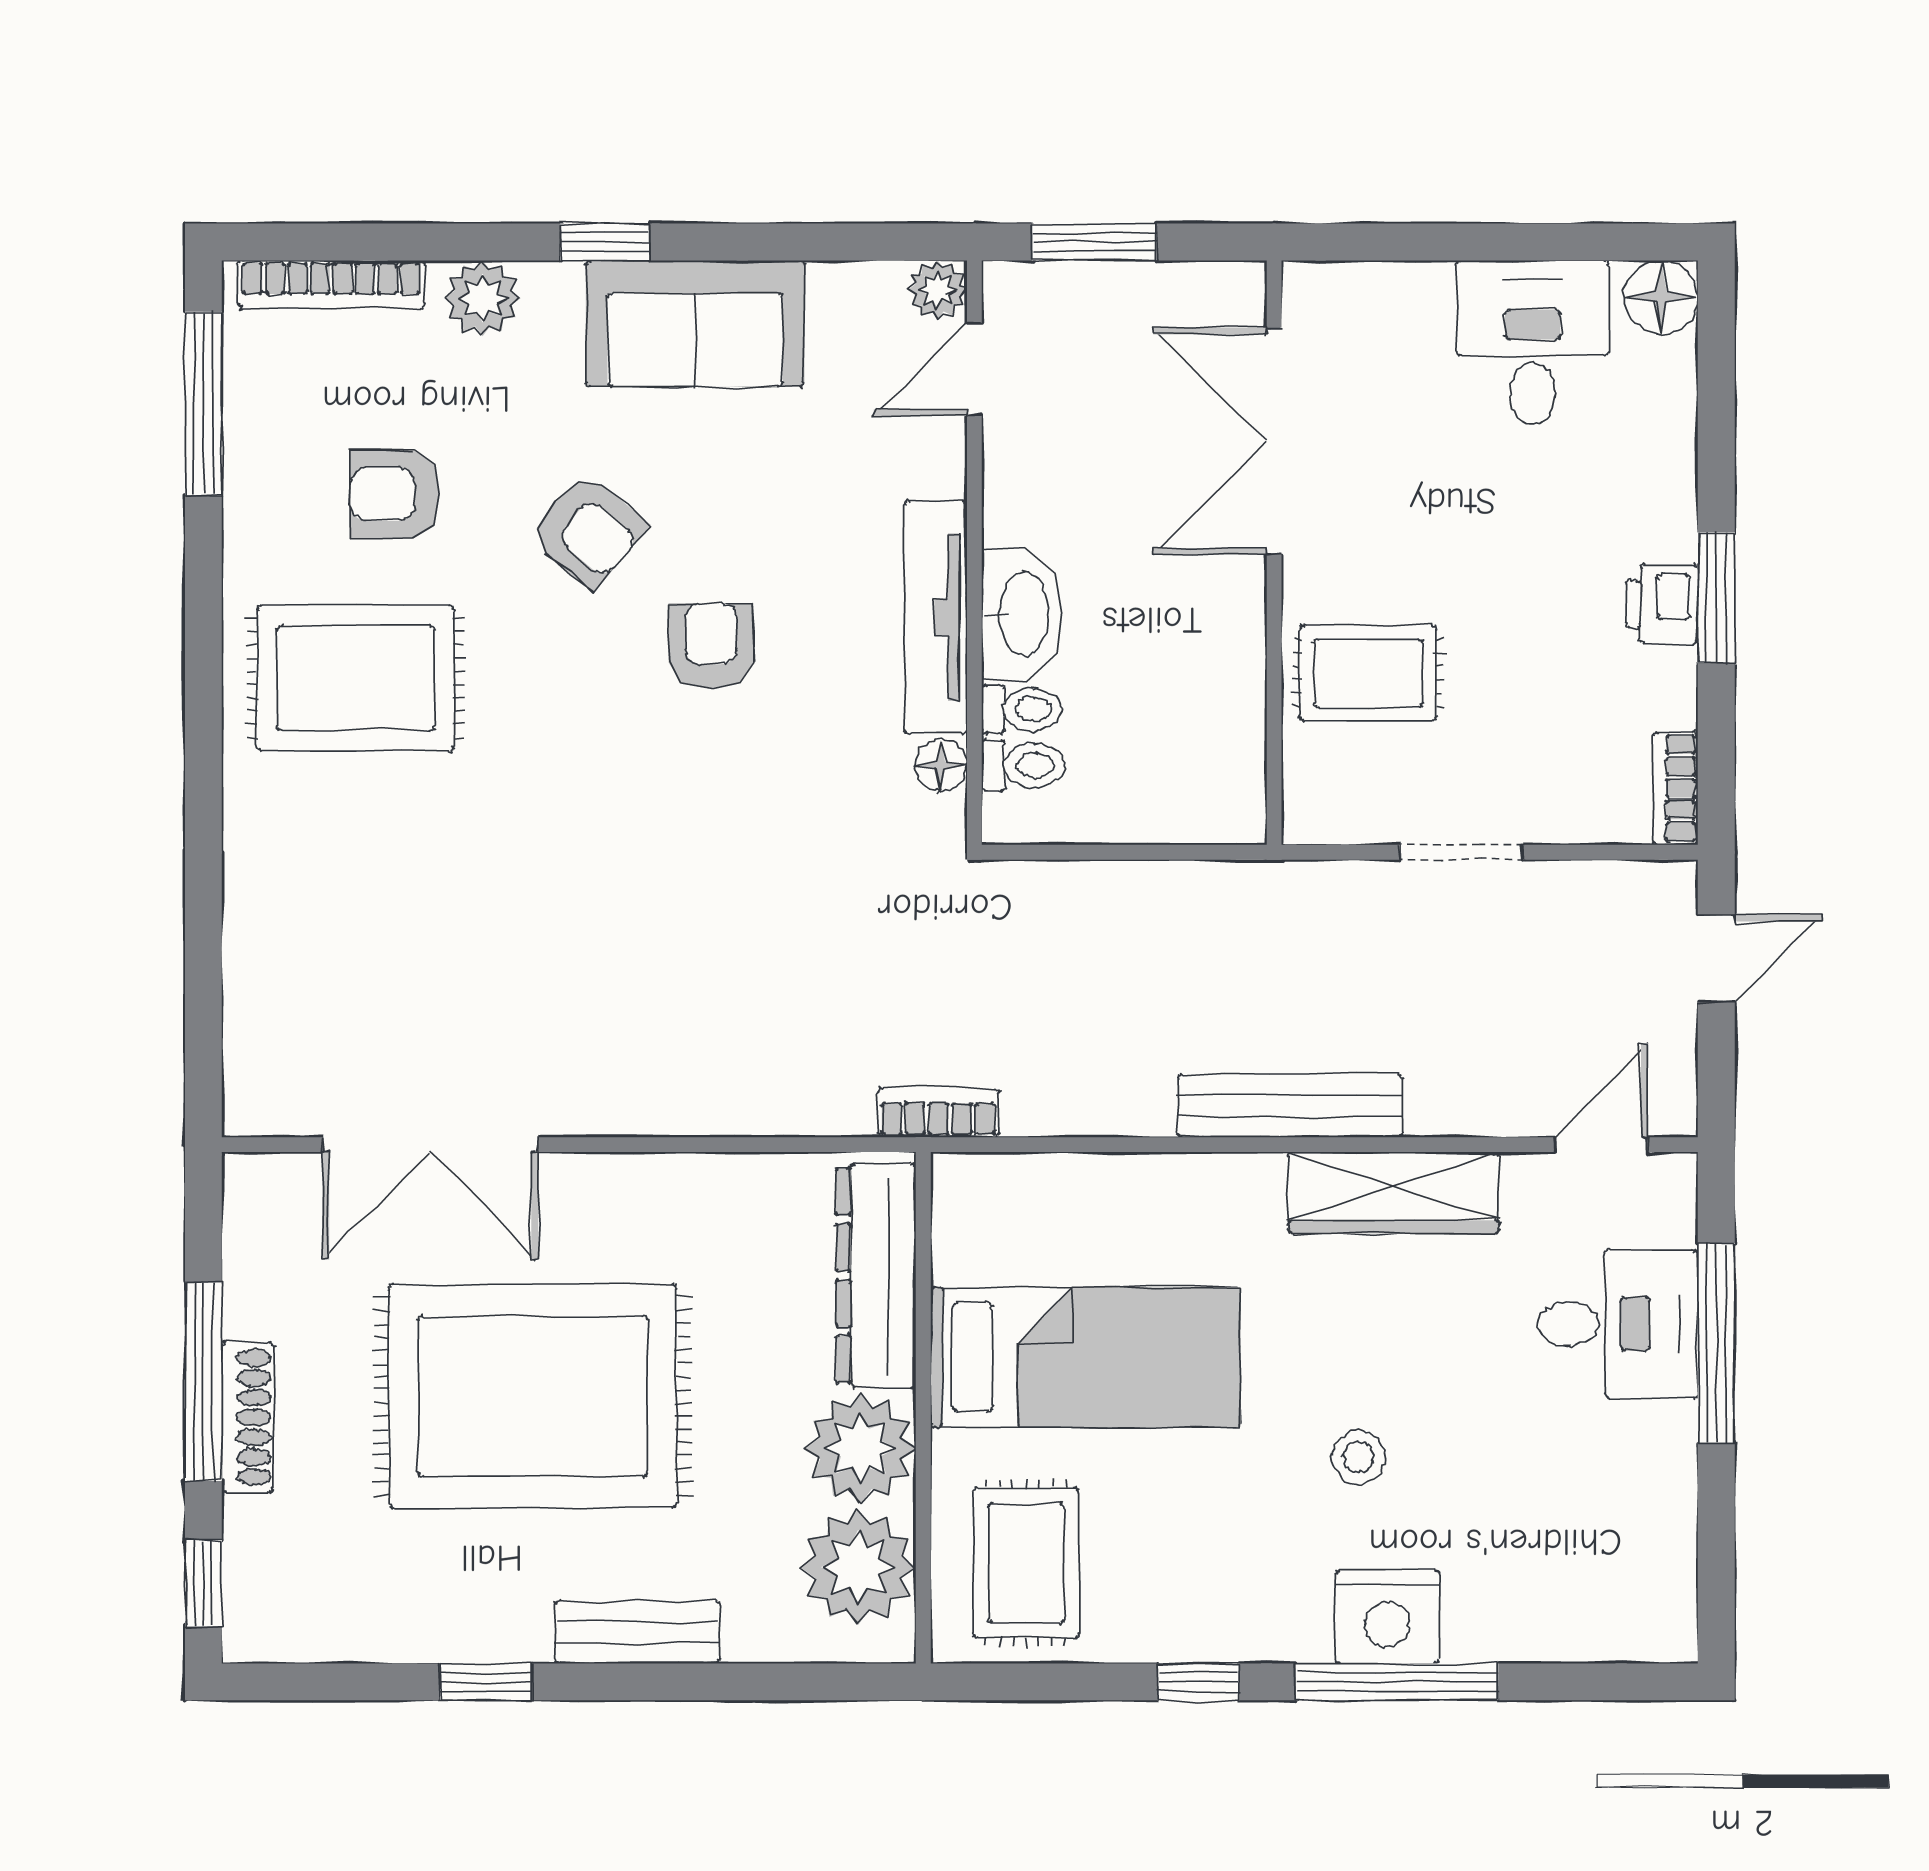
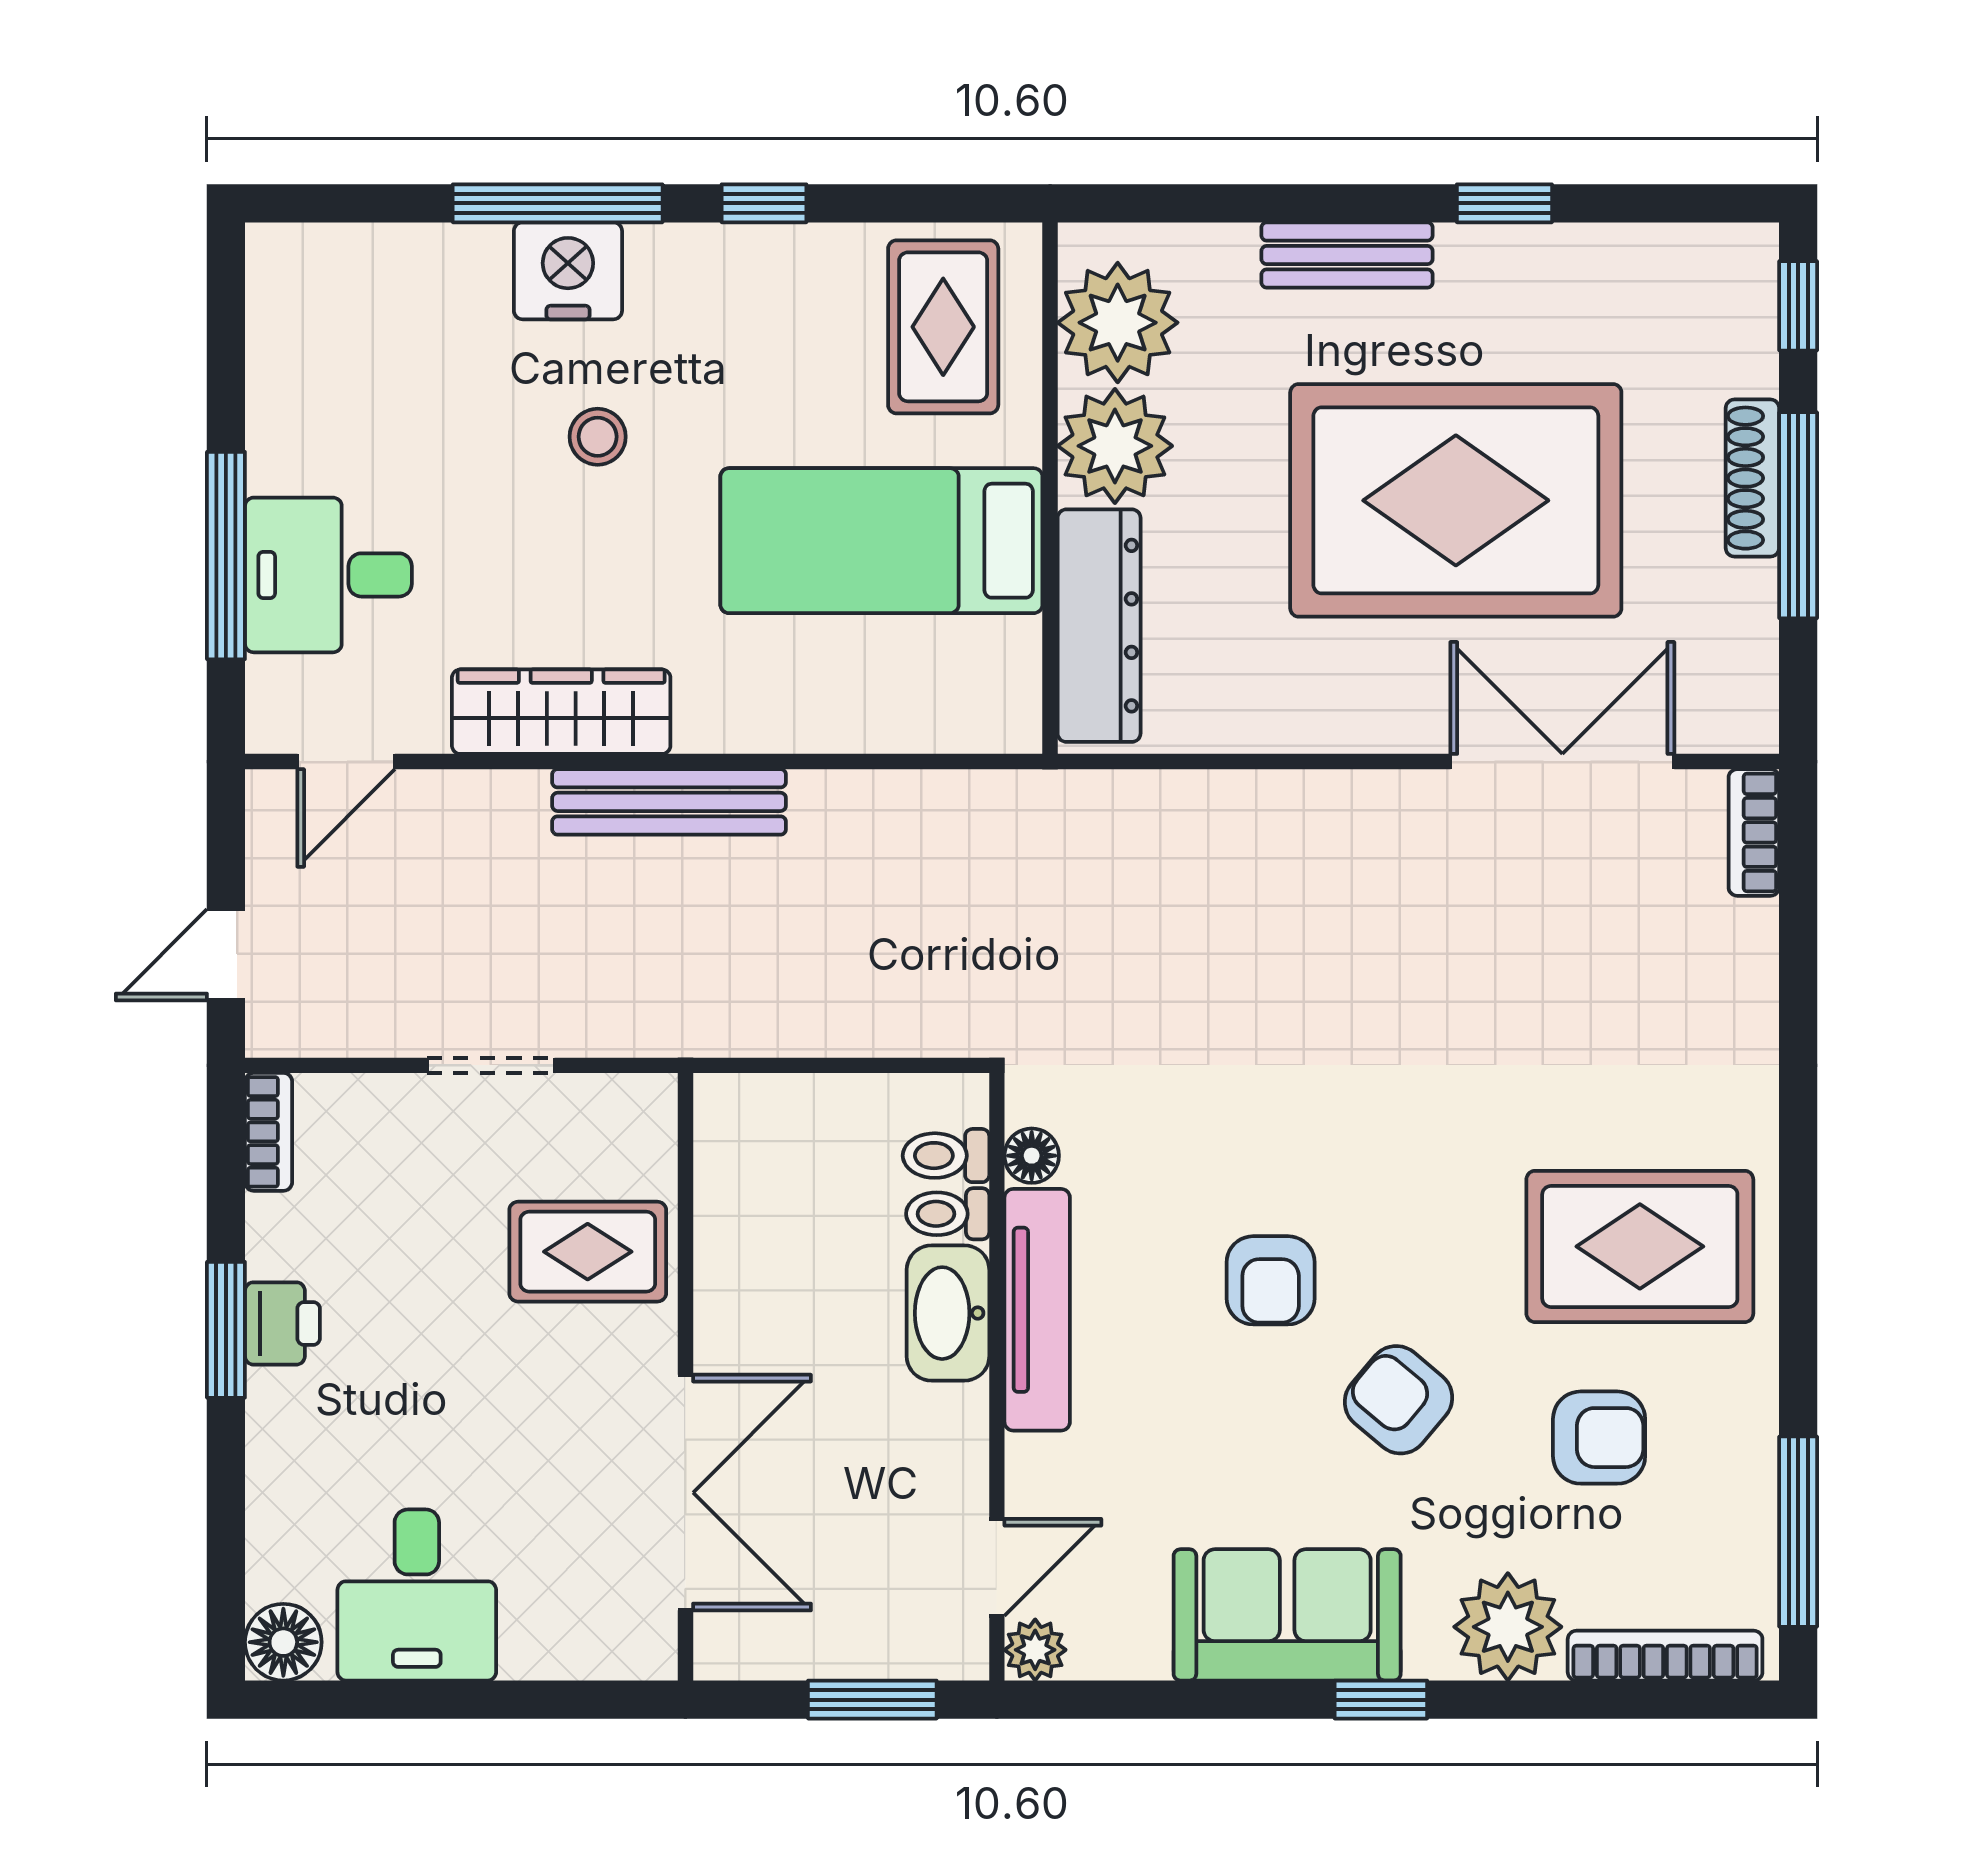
plant: (483, 298) -> (1508, 1627), width x1.36, depth x1.36
bookcase: (938, 1113) -> (1754, 832), moved, turned 90

